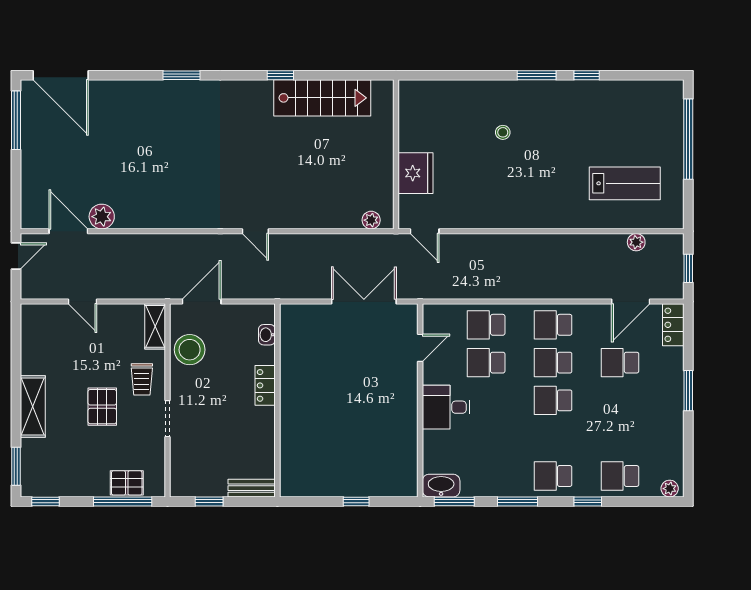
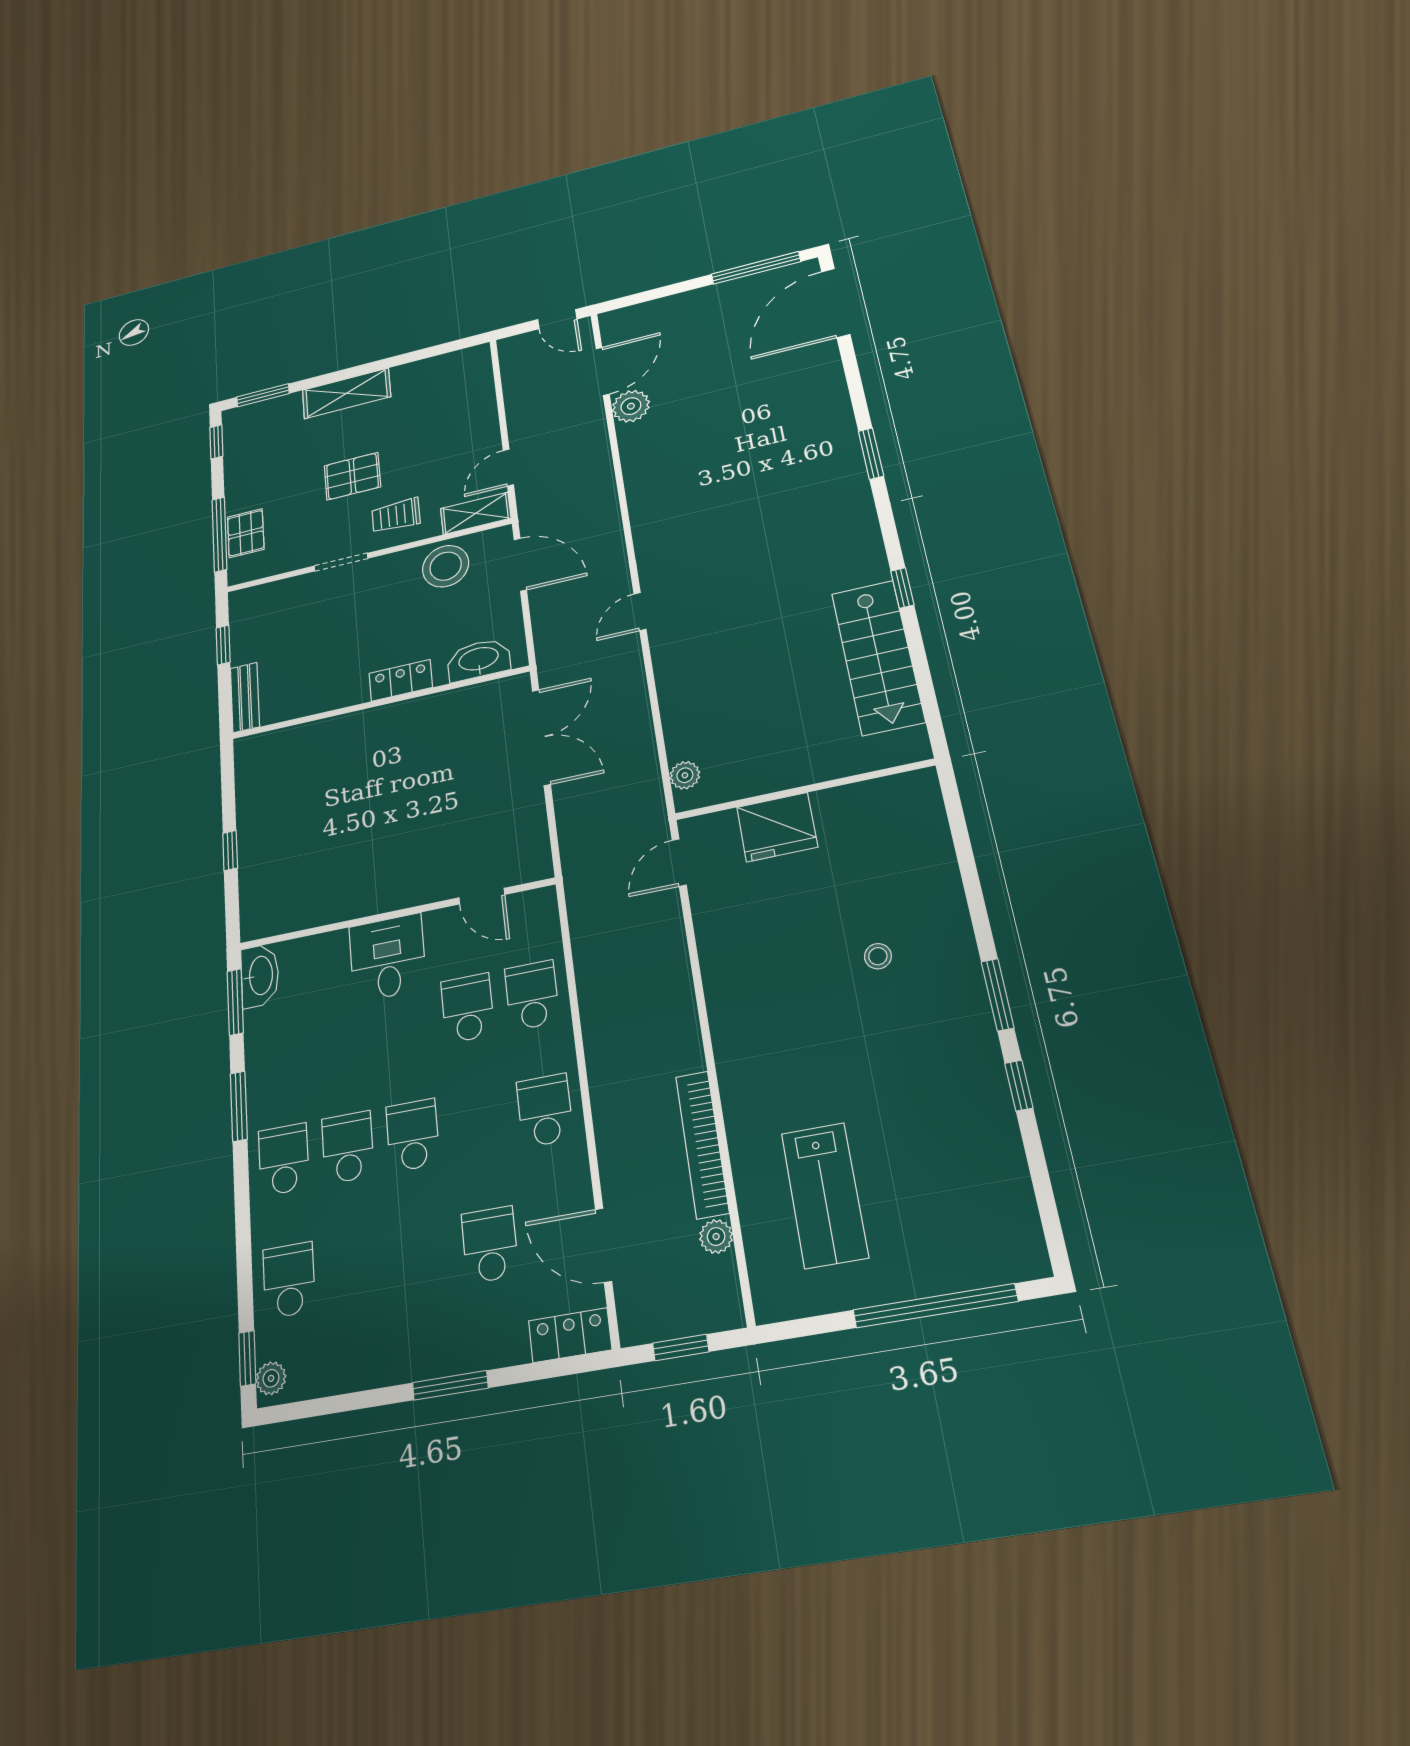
bookcase: (587, 242) -> (702, 1144), added
door: (83, 302) -> (508, 467), moved
double door: (364, 302) -> (541, 737), moved
washbasin: (267, 335) -> (479, 660), width x1.91, depth x1.45
school desk: (553, 363) -> (348, 1147), moved
window: (588, 501) -> (247, 1358), moved

